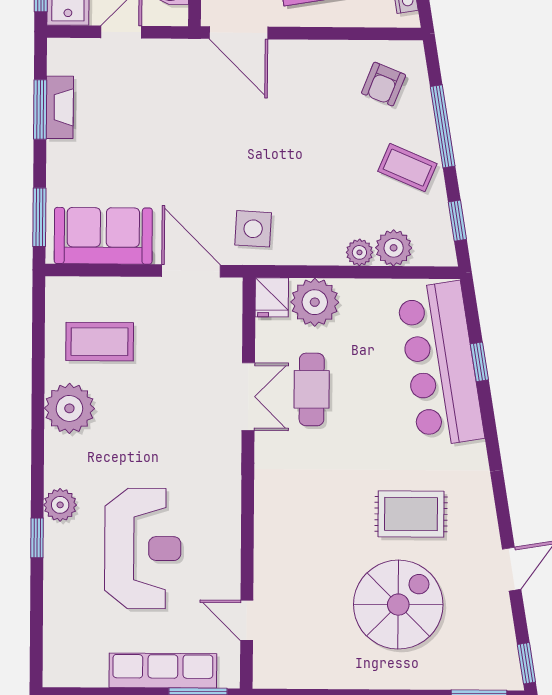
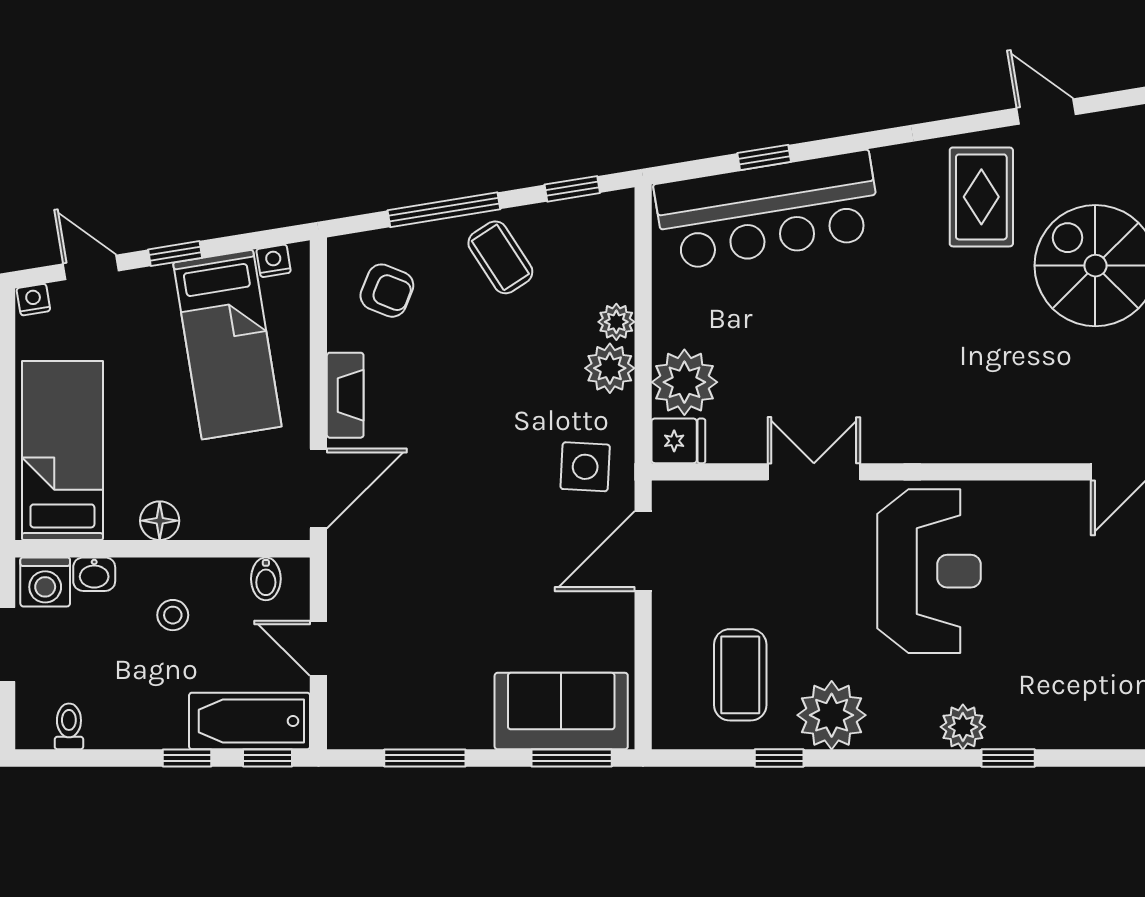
fireplace: (60, 107) -> (345, 395), moved, turned 90
coffee table: (407, 168) -> (500, 257), turned -56
sofa: (103, 236) -> (561, 711), moved, turned 90
plant: (394, 248) -> (610, 368), moved
window: (38, 370) -> (779, 758), added
cafe table: (312, 389) -> (803, 386), removed
rug: (411, 514) -> (981, 197), moved
reception desk: (143, 548) -> (929, 571), moved, turned 90

